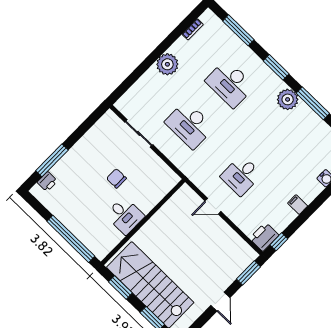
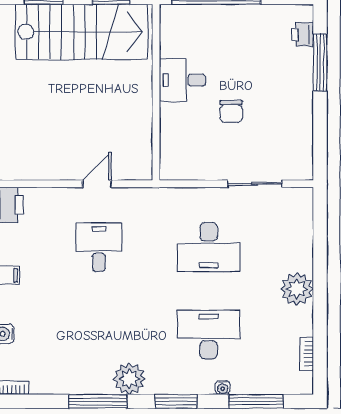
water cooler: (248, 52) -> (223, 388), added
desk: (190, 125) -> (209, 247), turned 180
chair: (116, 178) -> (231, 111), turned 90

